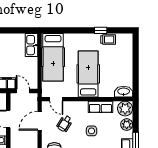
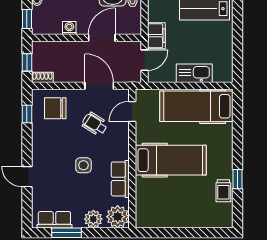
kitchen sink: (31, 45) -> (194, 73), moved
washbasin: (124, 92) -> (144, 214), removed

